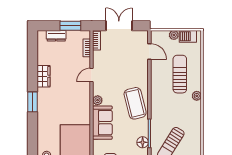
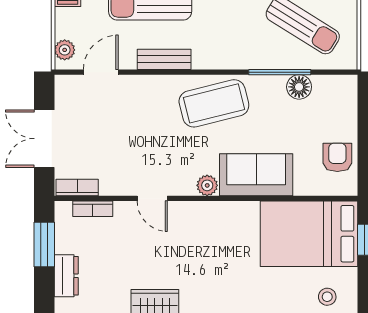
plant: (174, 35) -> (65, 50), moved
bench: (155, 80) -> (164, 59), added

